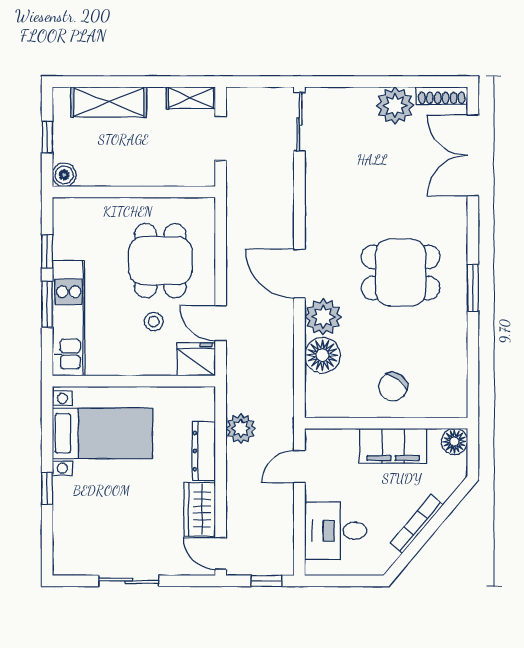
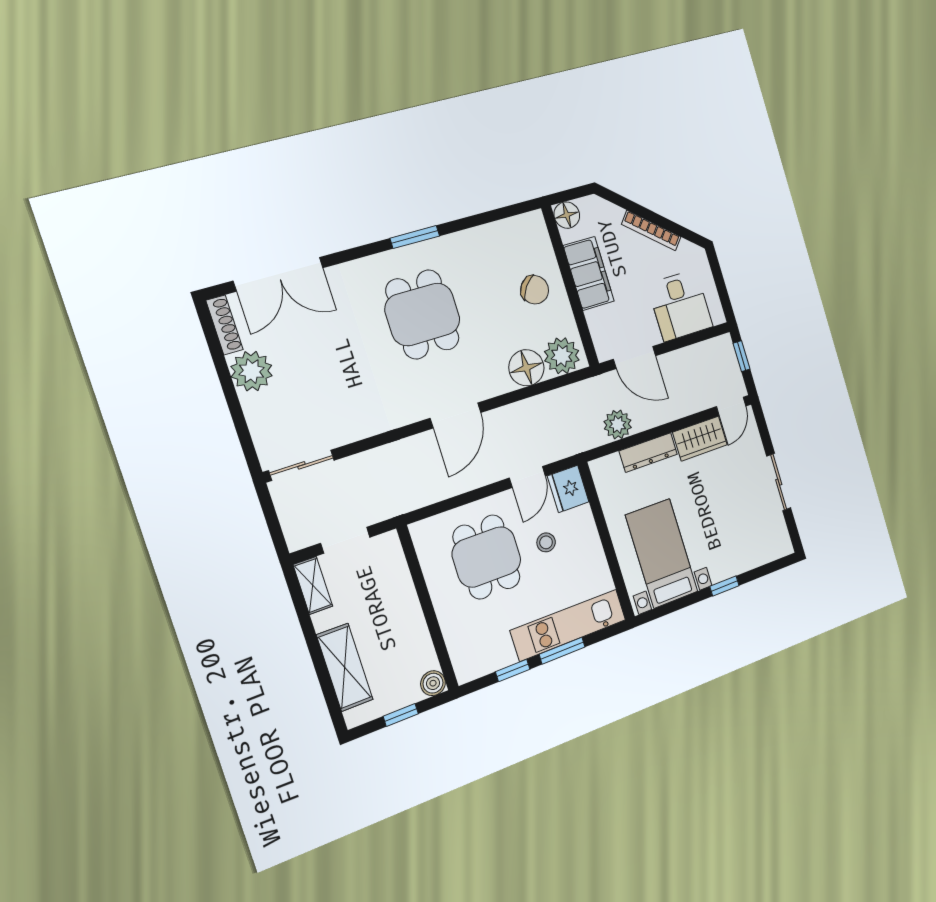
dining table: (160, 261) -> (487, 557), turned 90
plant: (323, 317) -> (562, 356), moved
door: (299, 467) -> (635, 357), width x1.38

